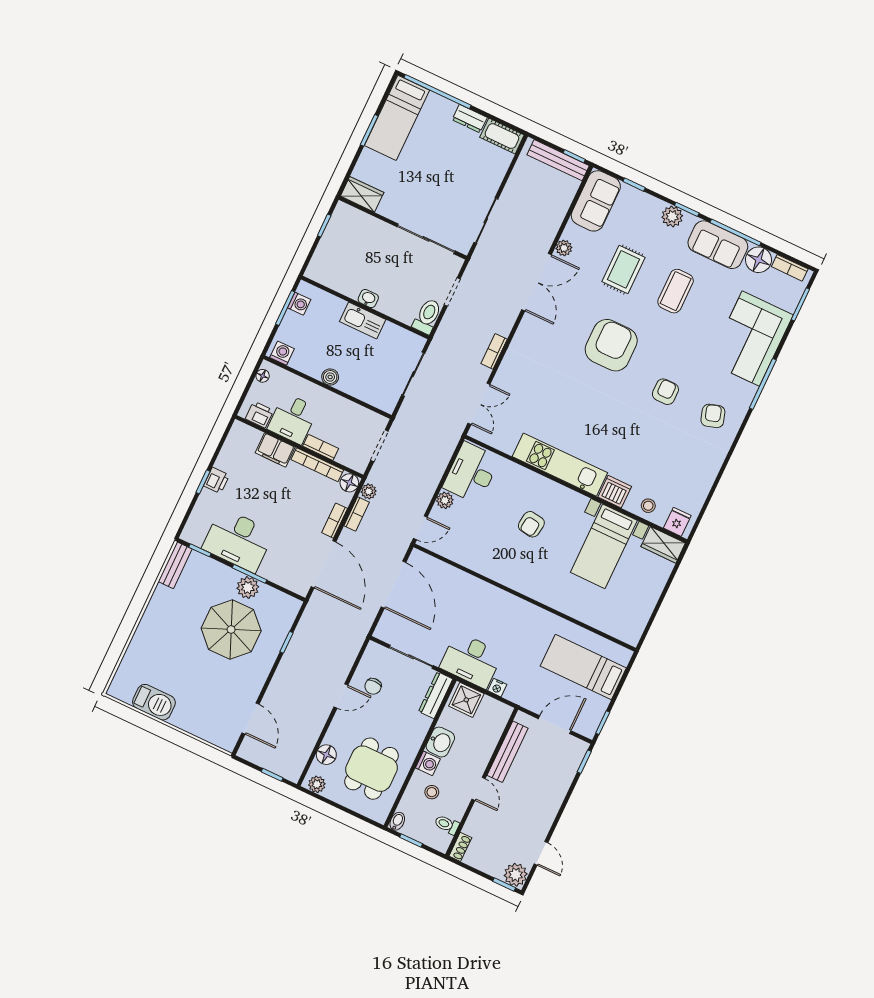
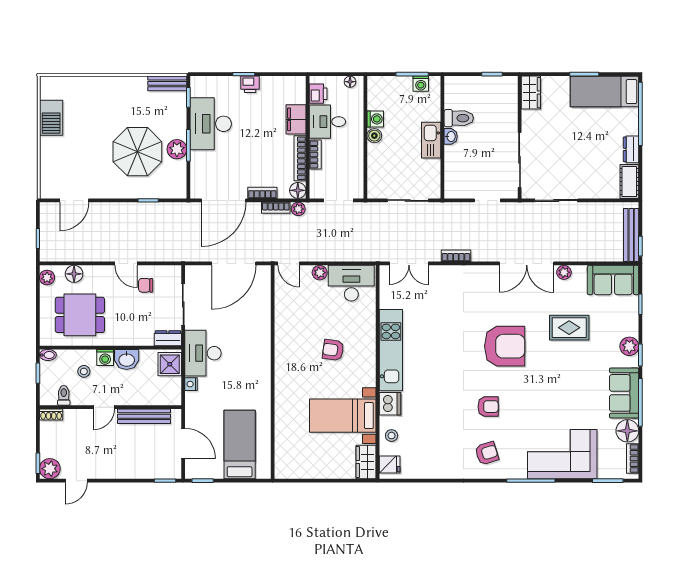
coffee table: (676, 291) -> (572, 377), removed
toilet: (427, 316) -> (459, 118), moved
washing machine: (282, 353) -> (375, 119), moved
dresser: (436, 695) -> (168, 338), width x0.70

